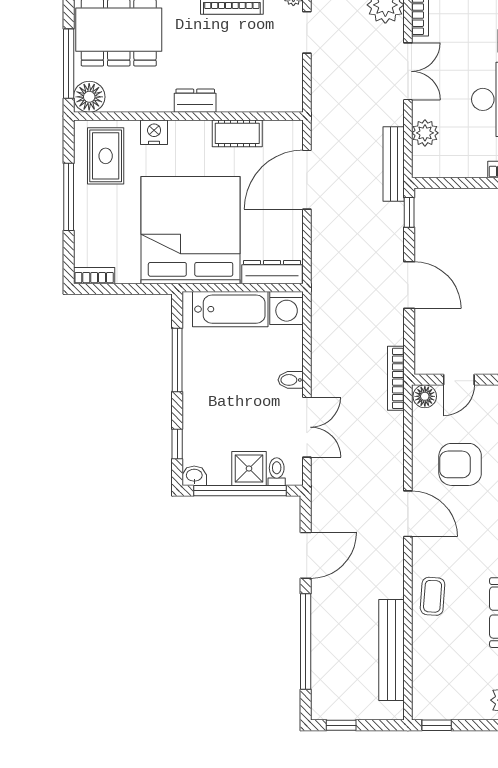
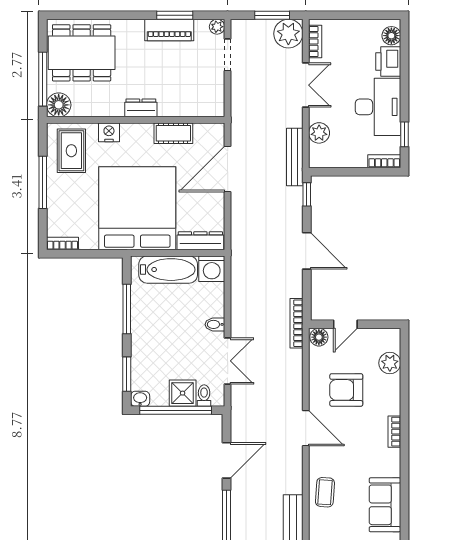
window: (177, 444) -> (127, 374), width x1.50

